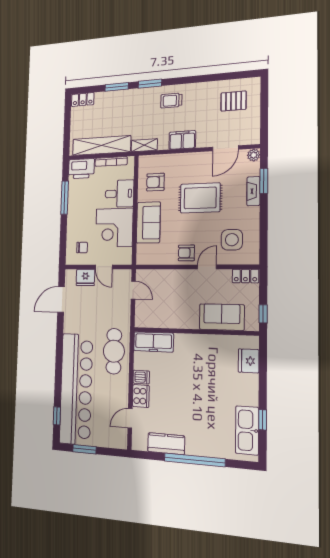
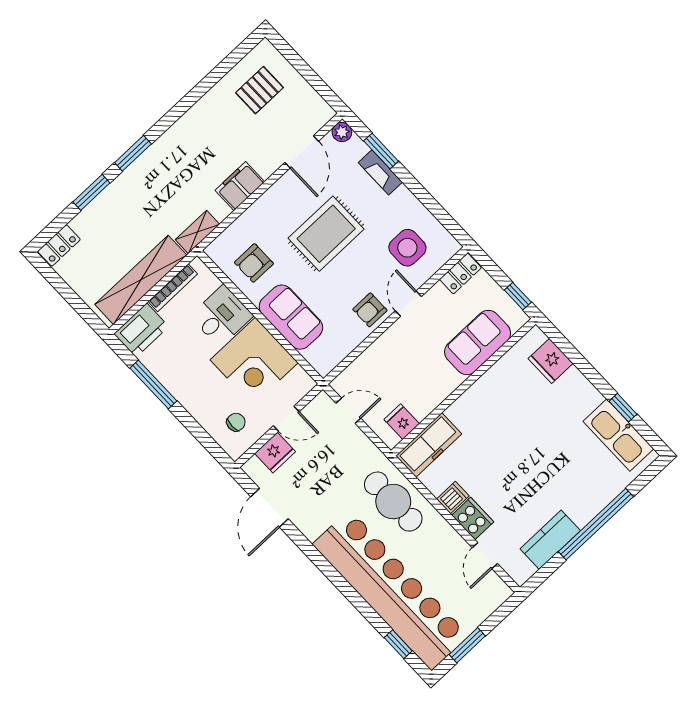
trolley: (171, 101) -> (181, 151), removed
fridge: (152, 319) -> (402, 422), added

